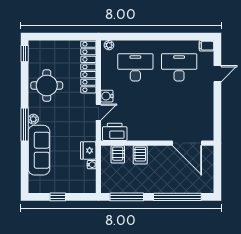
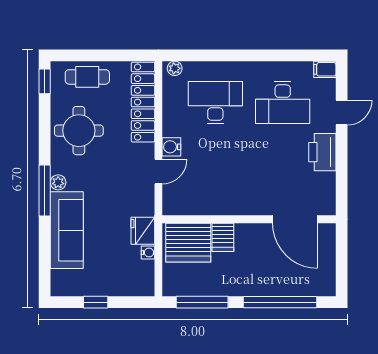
cafe table: (52, 51) -> (87, 77), added
desk: (179, 67) -> (283, 103), turned 180
printer: (115, 132) -> (322, 152), moved, turned -90
server rack: (118, 154) -> (188, 243), width x2.18, depth x1.44

